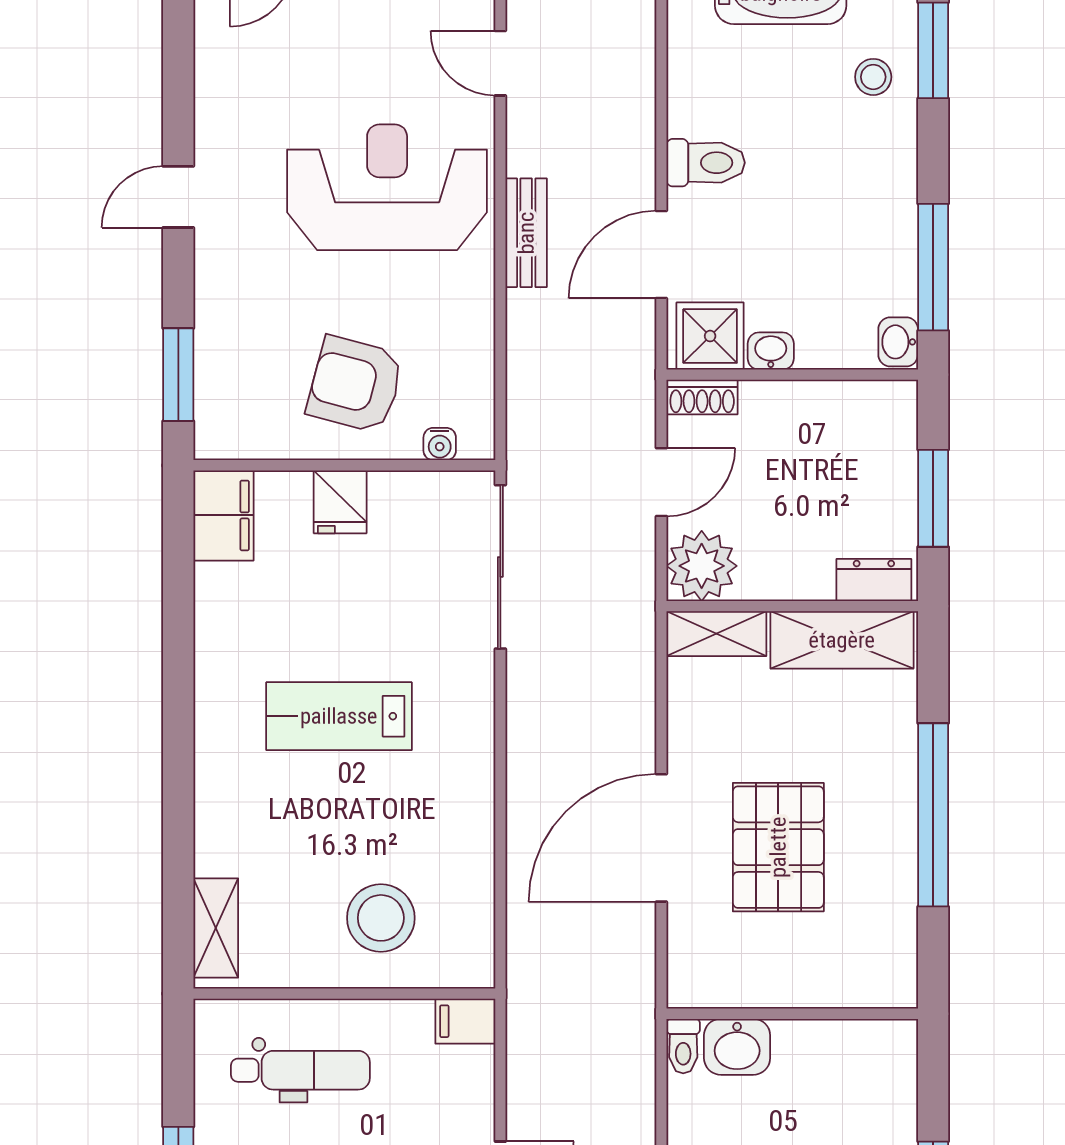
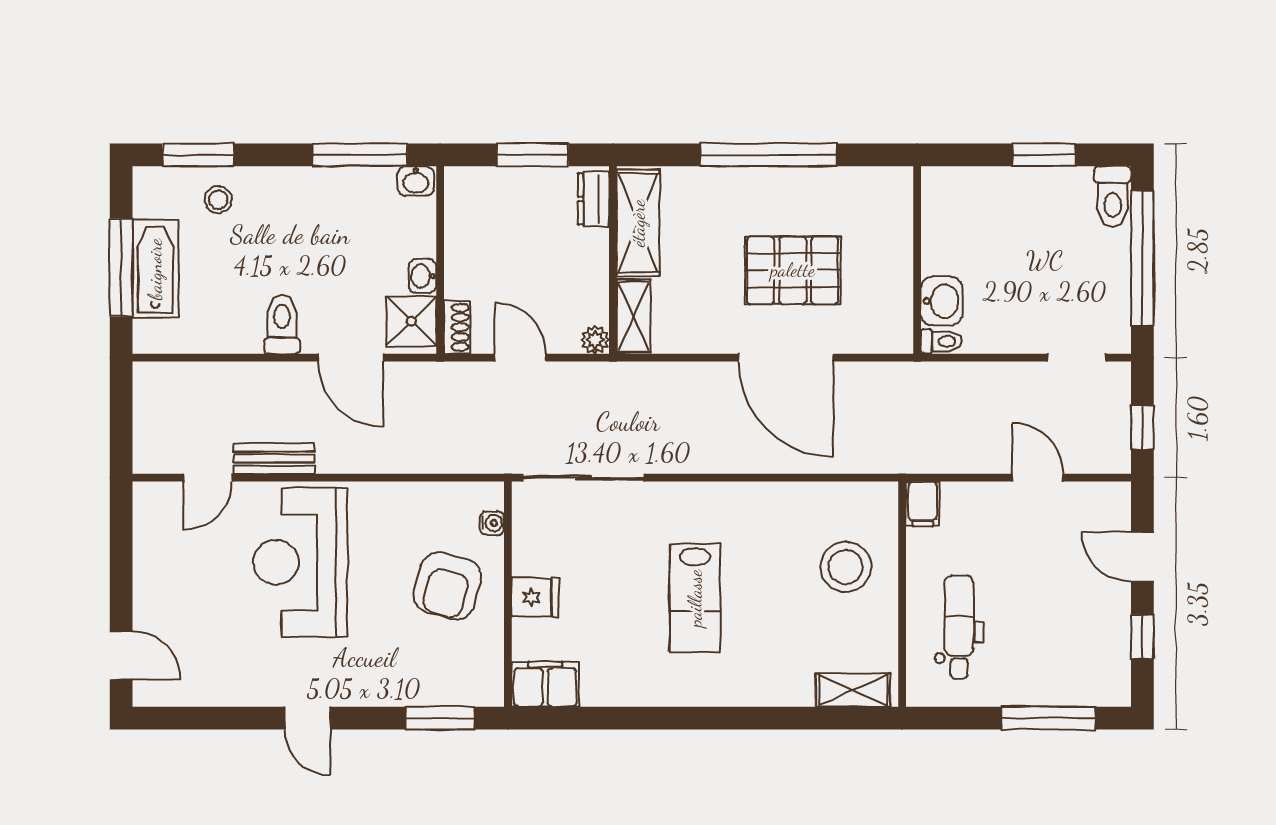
bench: (526, 233) -> (274, 458), moved
plant: (702, 566) -> (595, 340), width x0.53, depth x0.53

